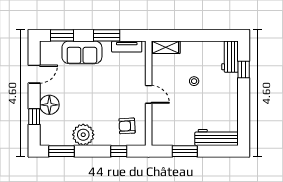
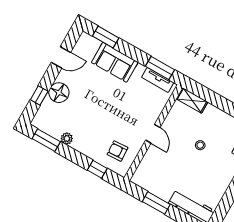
window: (107, 35) -> (160, 68), moved
plant: (83, 135) -> (67, 138), width x0.53, depth x0.53

